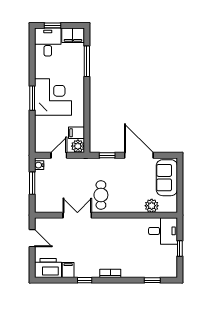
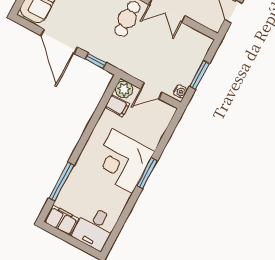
window: (53, 25) -> (79, 244), removed

